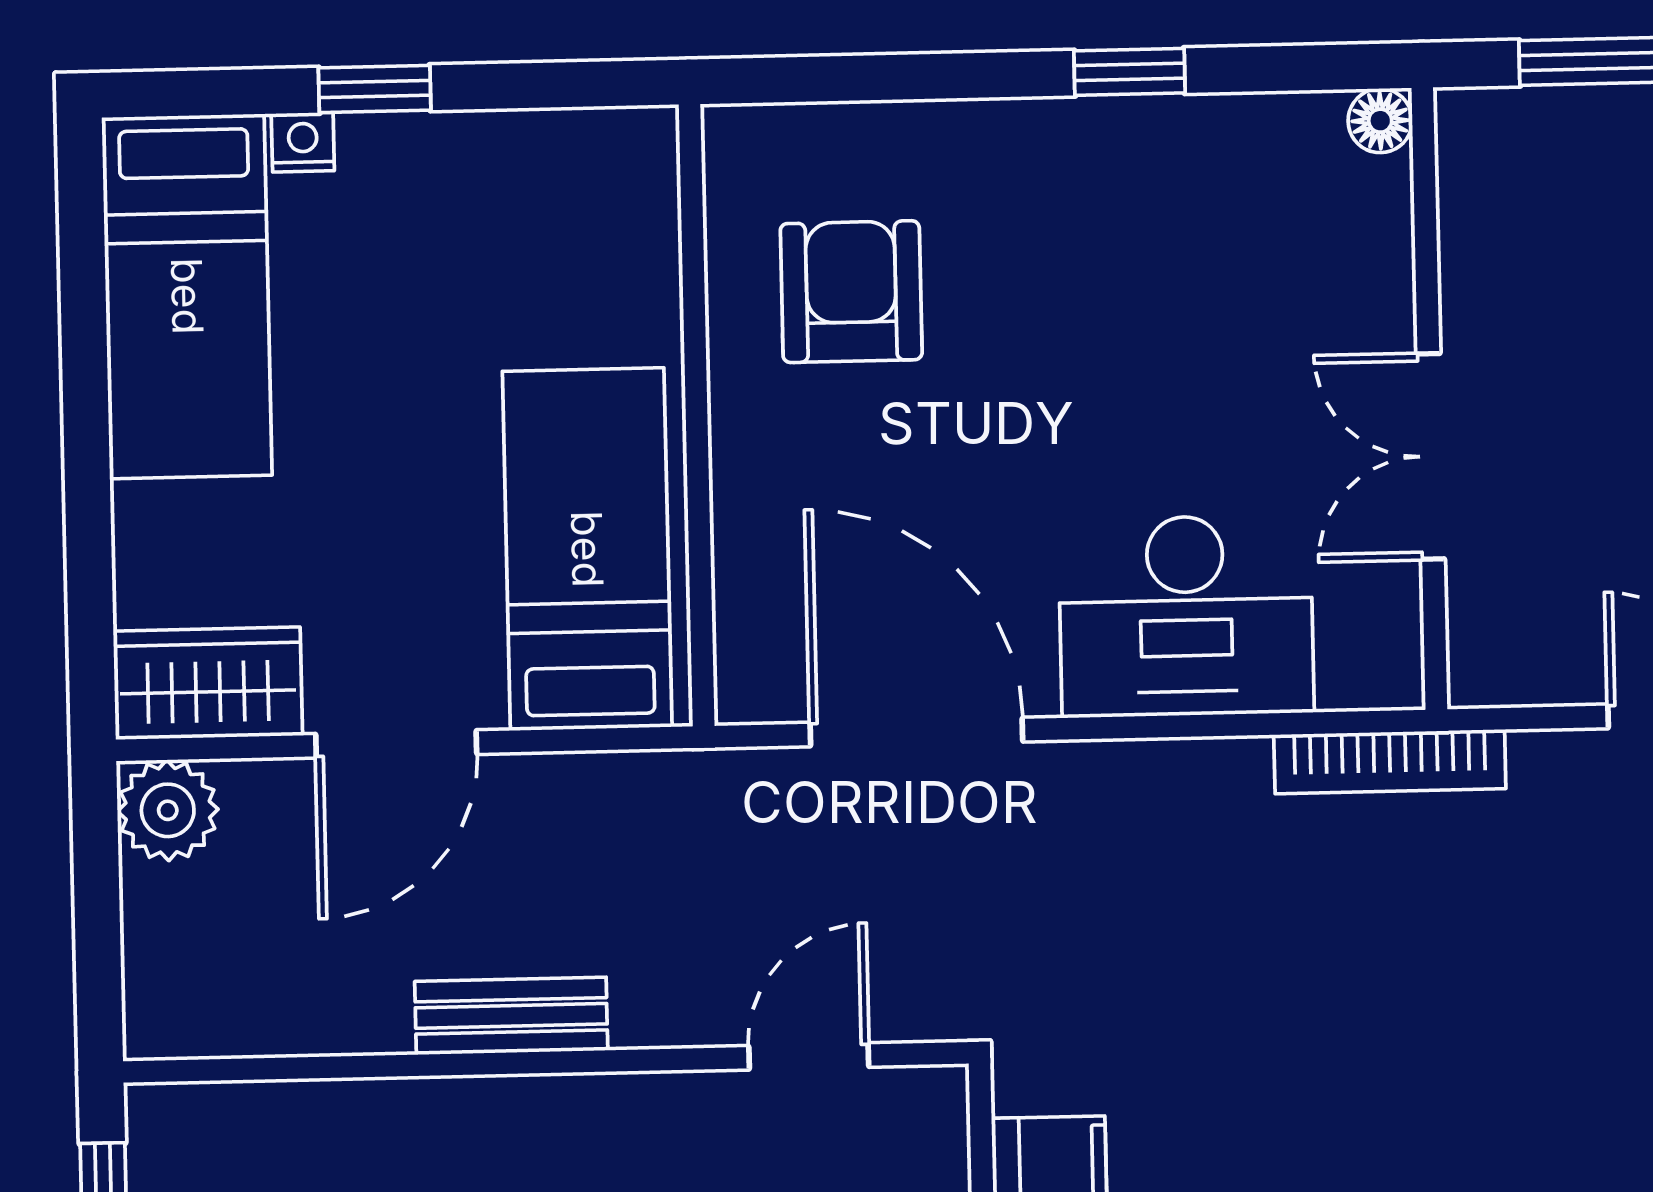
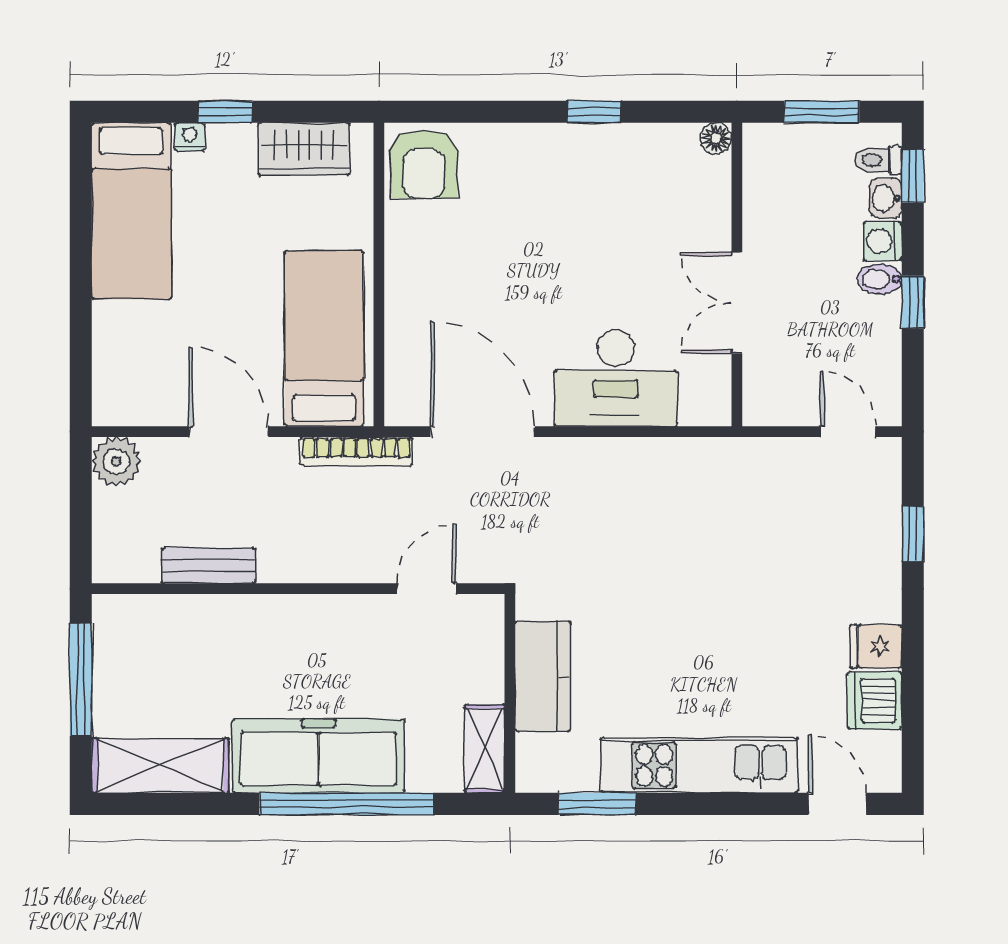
armchair: (851, 292) -> (424, 164), moved, turned 180
wardrobe: (208, 683) -> (304, 149), moved, turned 180
door: (396, 744) -> (229, 432), swing flipped
bookcase: (1390, 762) -> (356, 451), moved
bench: (511, 1016) -> (209, 566), moved

